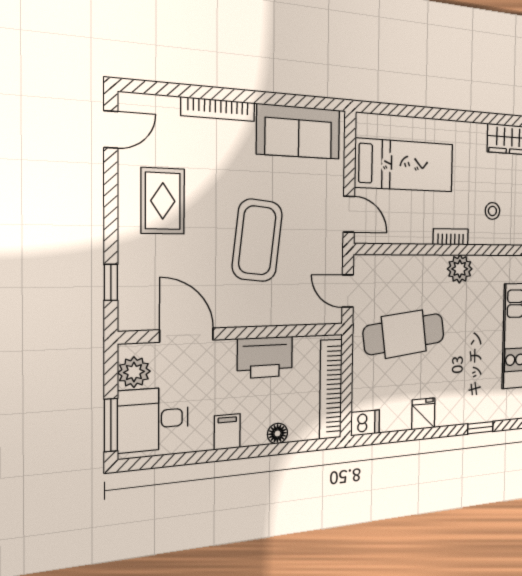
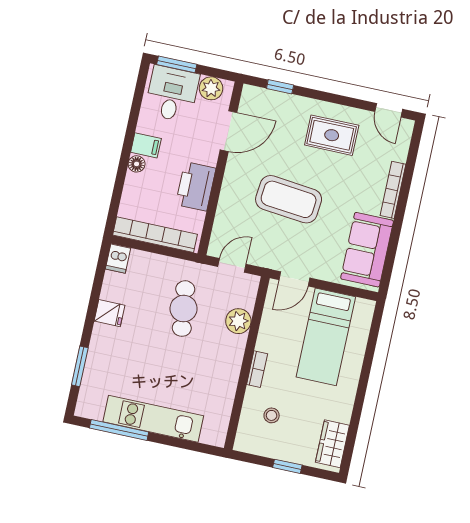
plant: (460, 269) -> (238, 321), moved
cafe table: (404, 334) -> (184, 309), width x0.73, depth x0.74
window: (480, 428) -> (80, 366), width x1.50
floor lamp: (277, 433) -> (137, 164), moved

